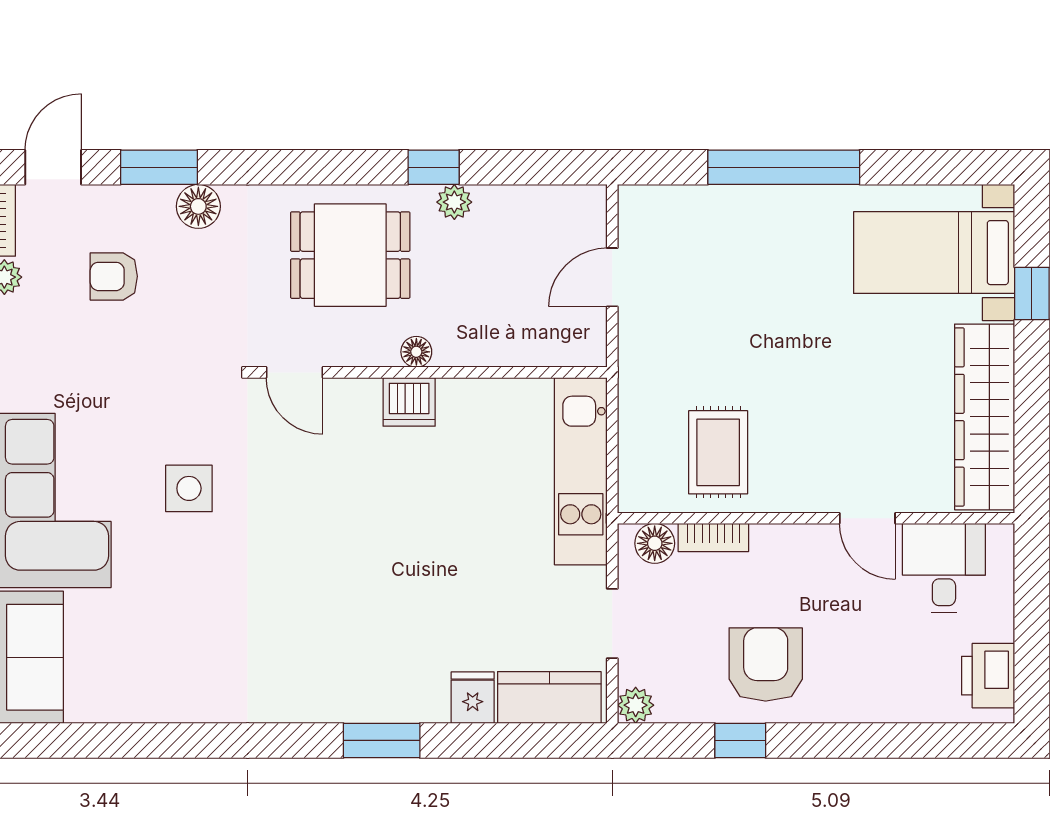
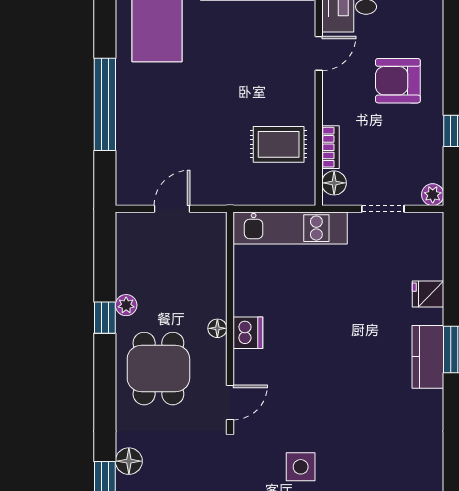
door: (612, 277) -> (172, 209), swing flipped
armchair: (766, 664) -> (398, 81), moved
kitchen counter: (549, 697) -> (428, 357), moved

